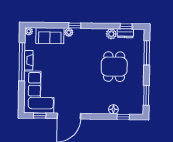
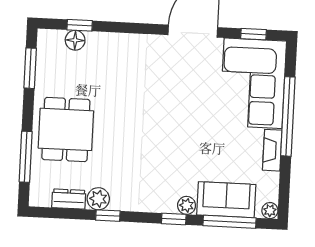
window: (48, 25) -> (229, 222), added
window: (126, 26) -> (108, 216), moved
window: (22, 62) -> (288, 116), moved
dining table: (114, 67) -> (66, 129), moved
floor lamp: (113, 109) -> (75, 40), moved

